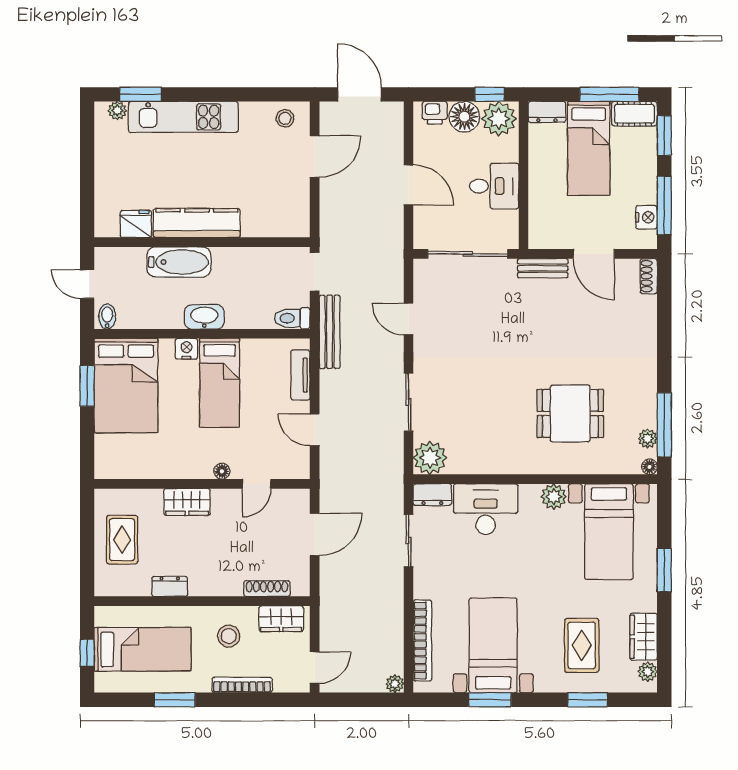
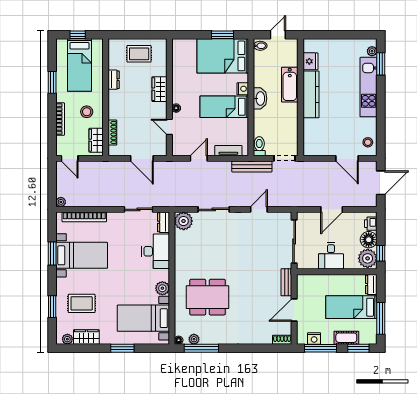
cot: (634, 114) -> (346, 338), moved, turned 90
dining table: (570, 414) -> (208, 297), width x1.38

